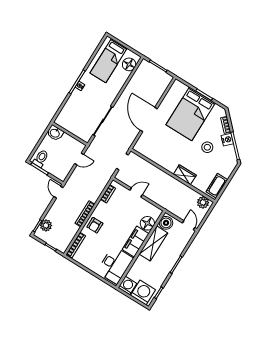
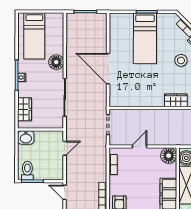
floor lamp: (129, 64) -> (56, 62), moved
wardrobe: (67, 111) -> (25, 109), added
bed: (191, 114) -> (145, 38), width x0.67
floor lamp: (147, 223) -> (169, 156), moved

